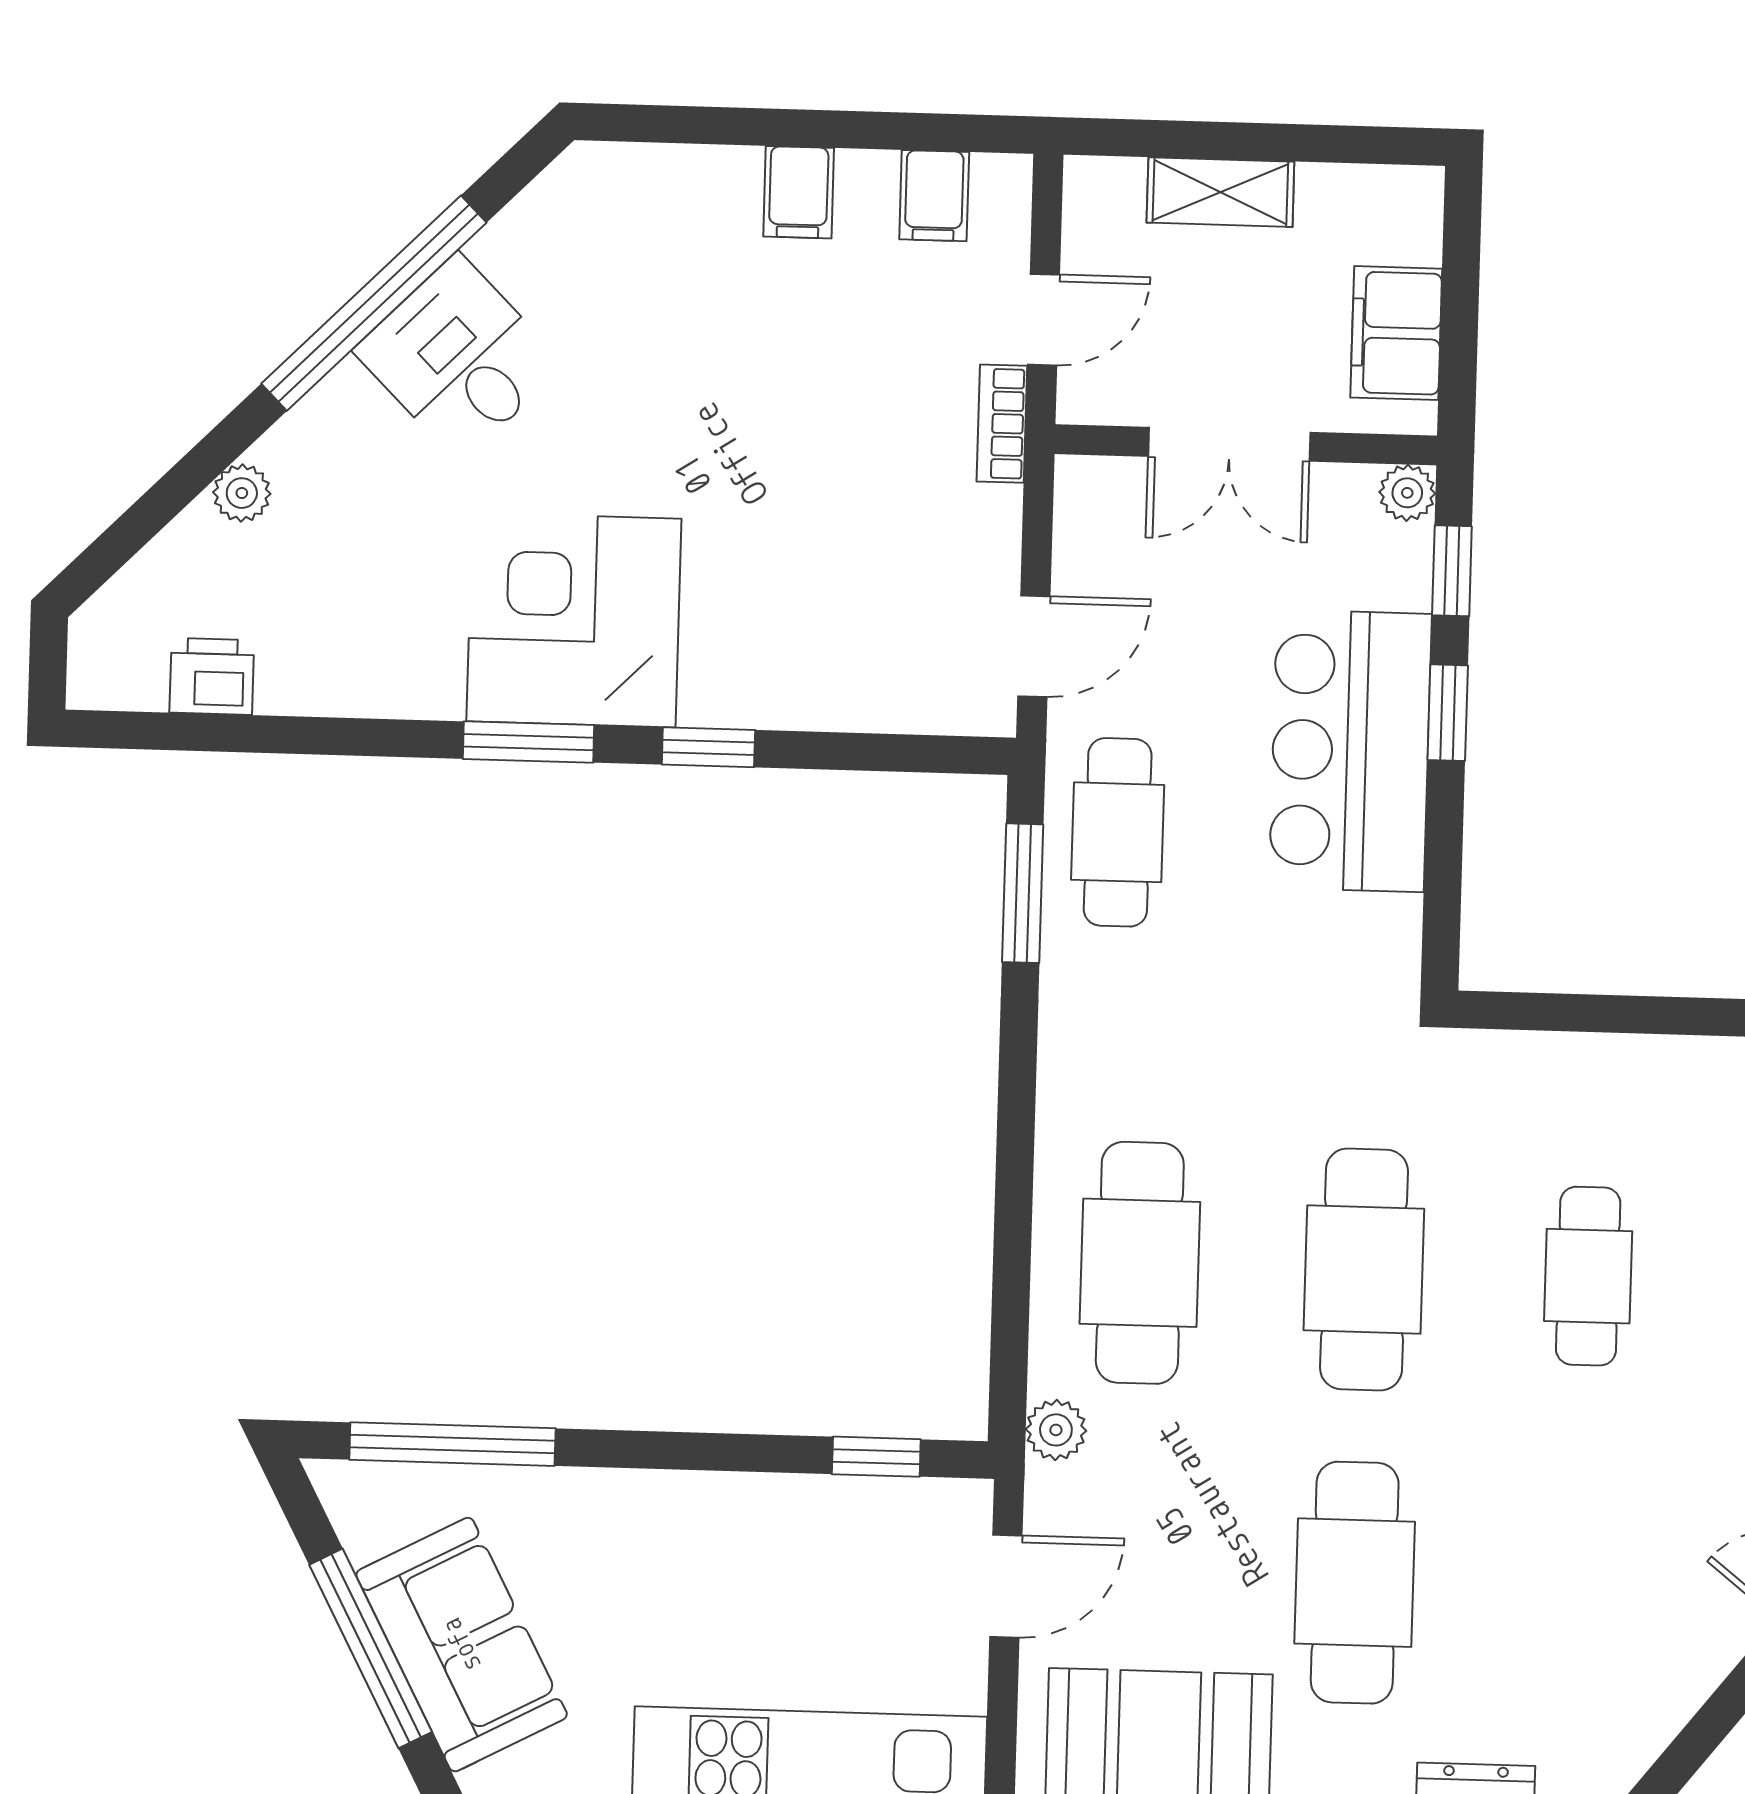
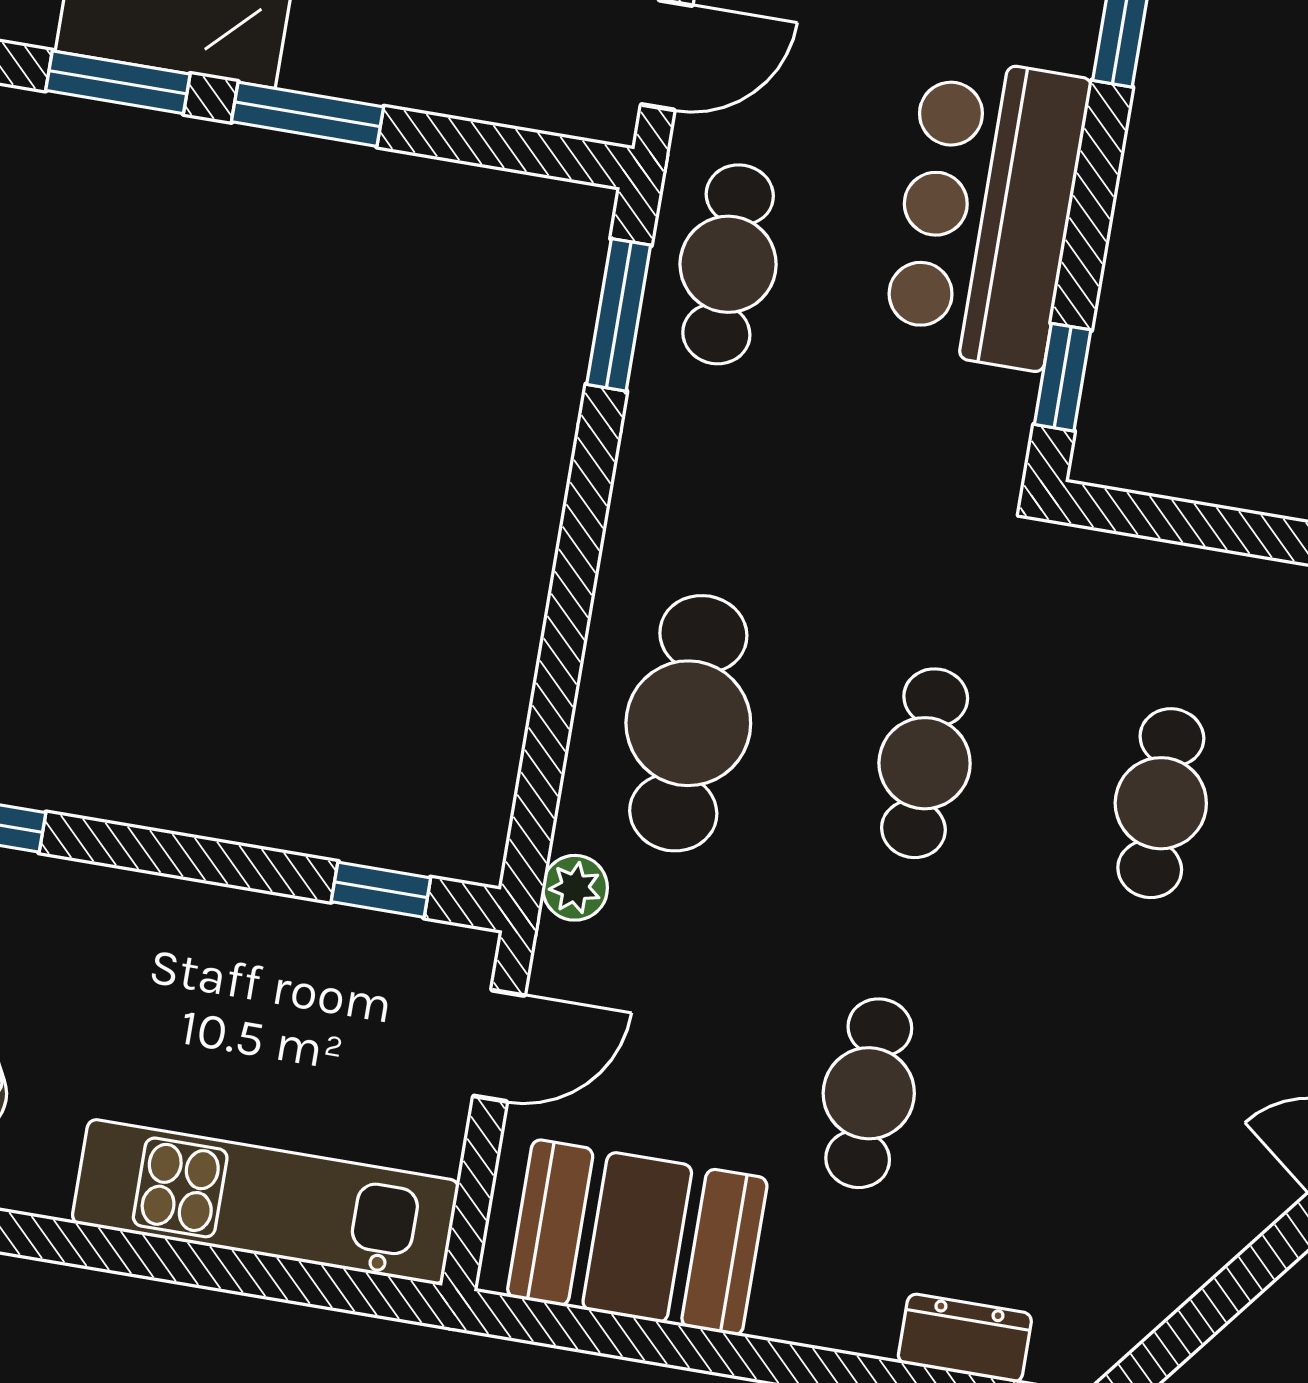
window: (1448, 713) -> (1063, 377), moved
window: (708, 747) -> (307, 114), width x1.50
cafe table: (1364, 1269) -> (925, 763), width x0.73, depth x0.74
cafe table: (1355, 1583) -> (869, 1093), width x0.73, depth x0.74

